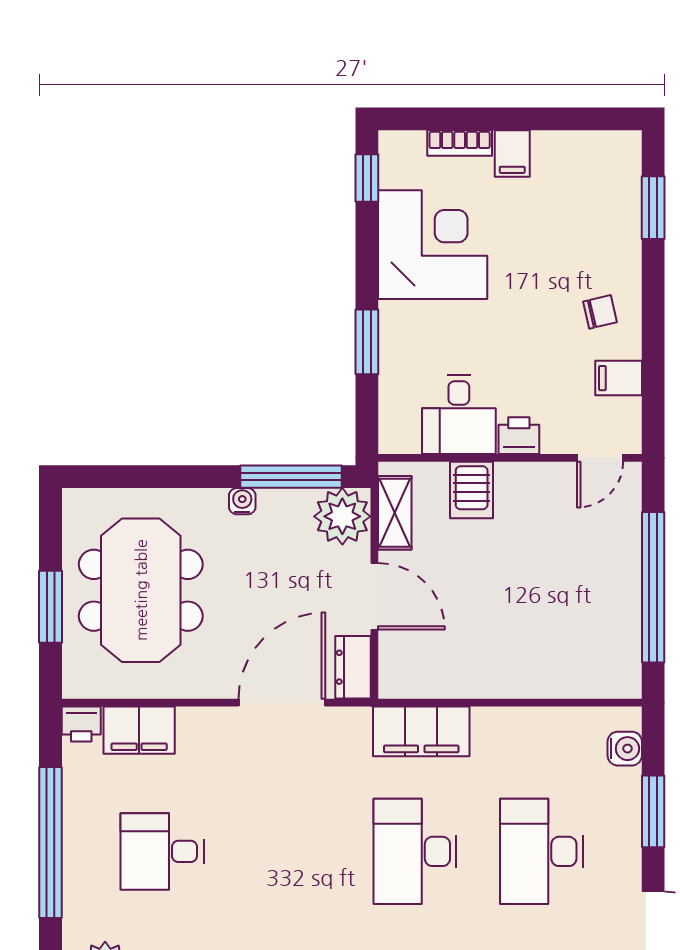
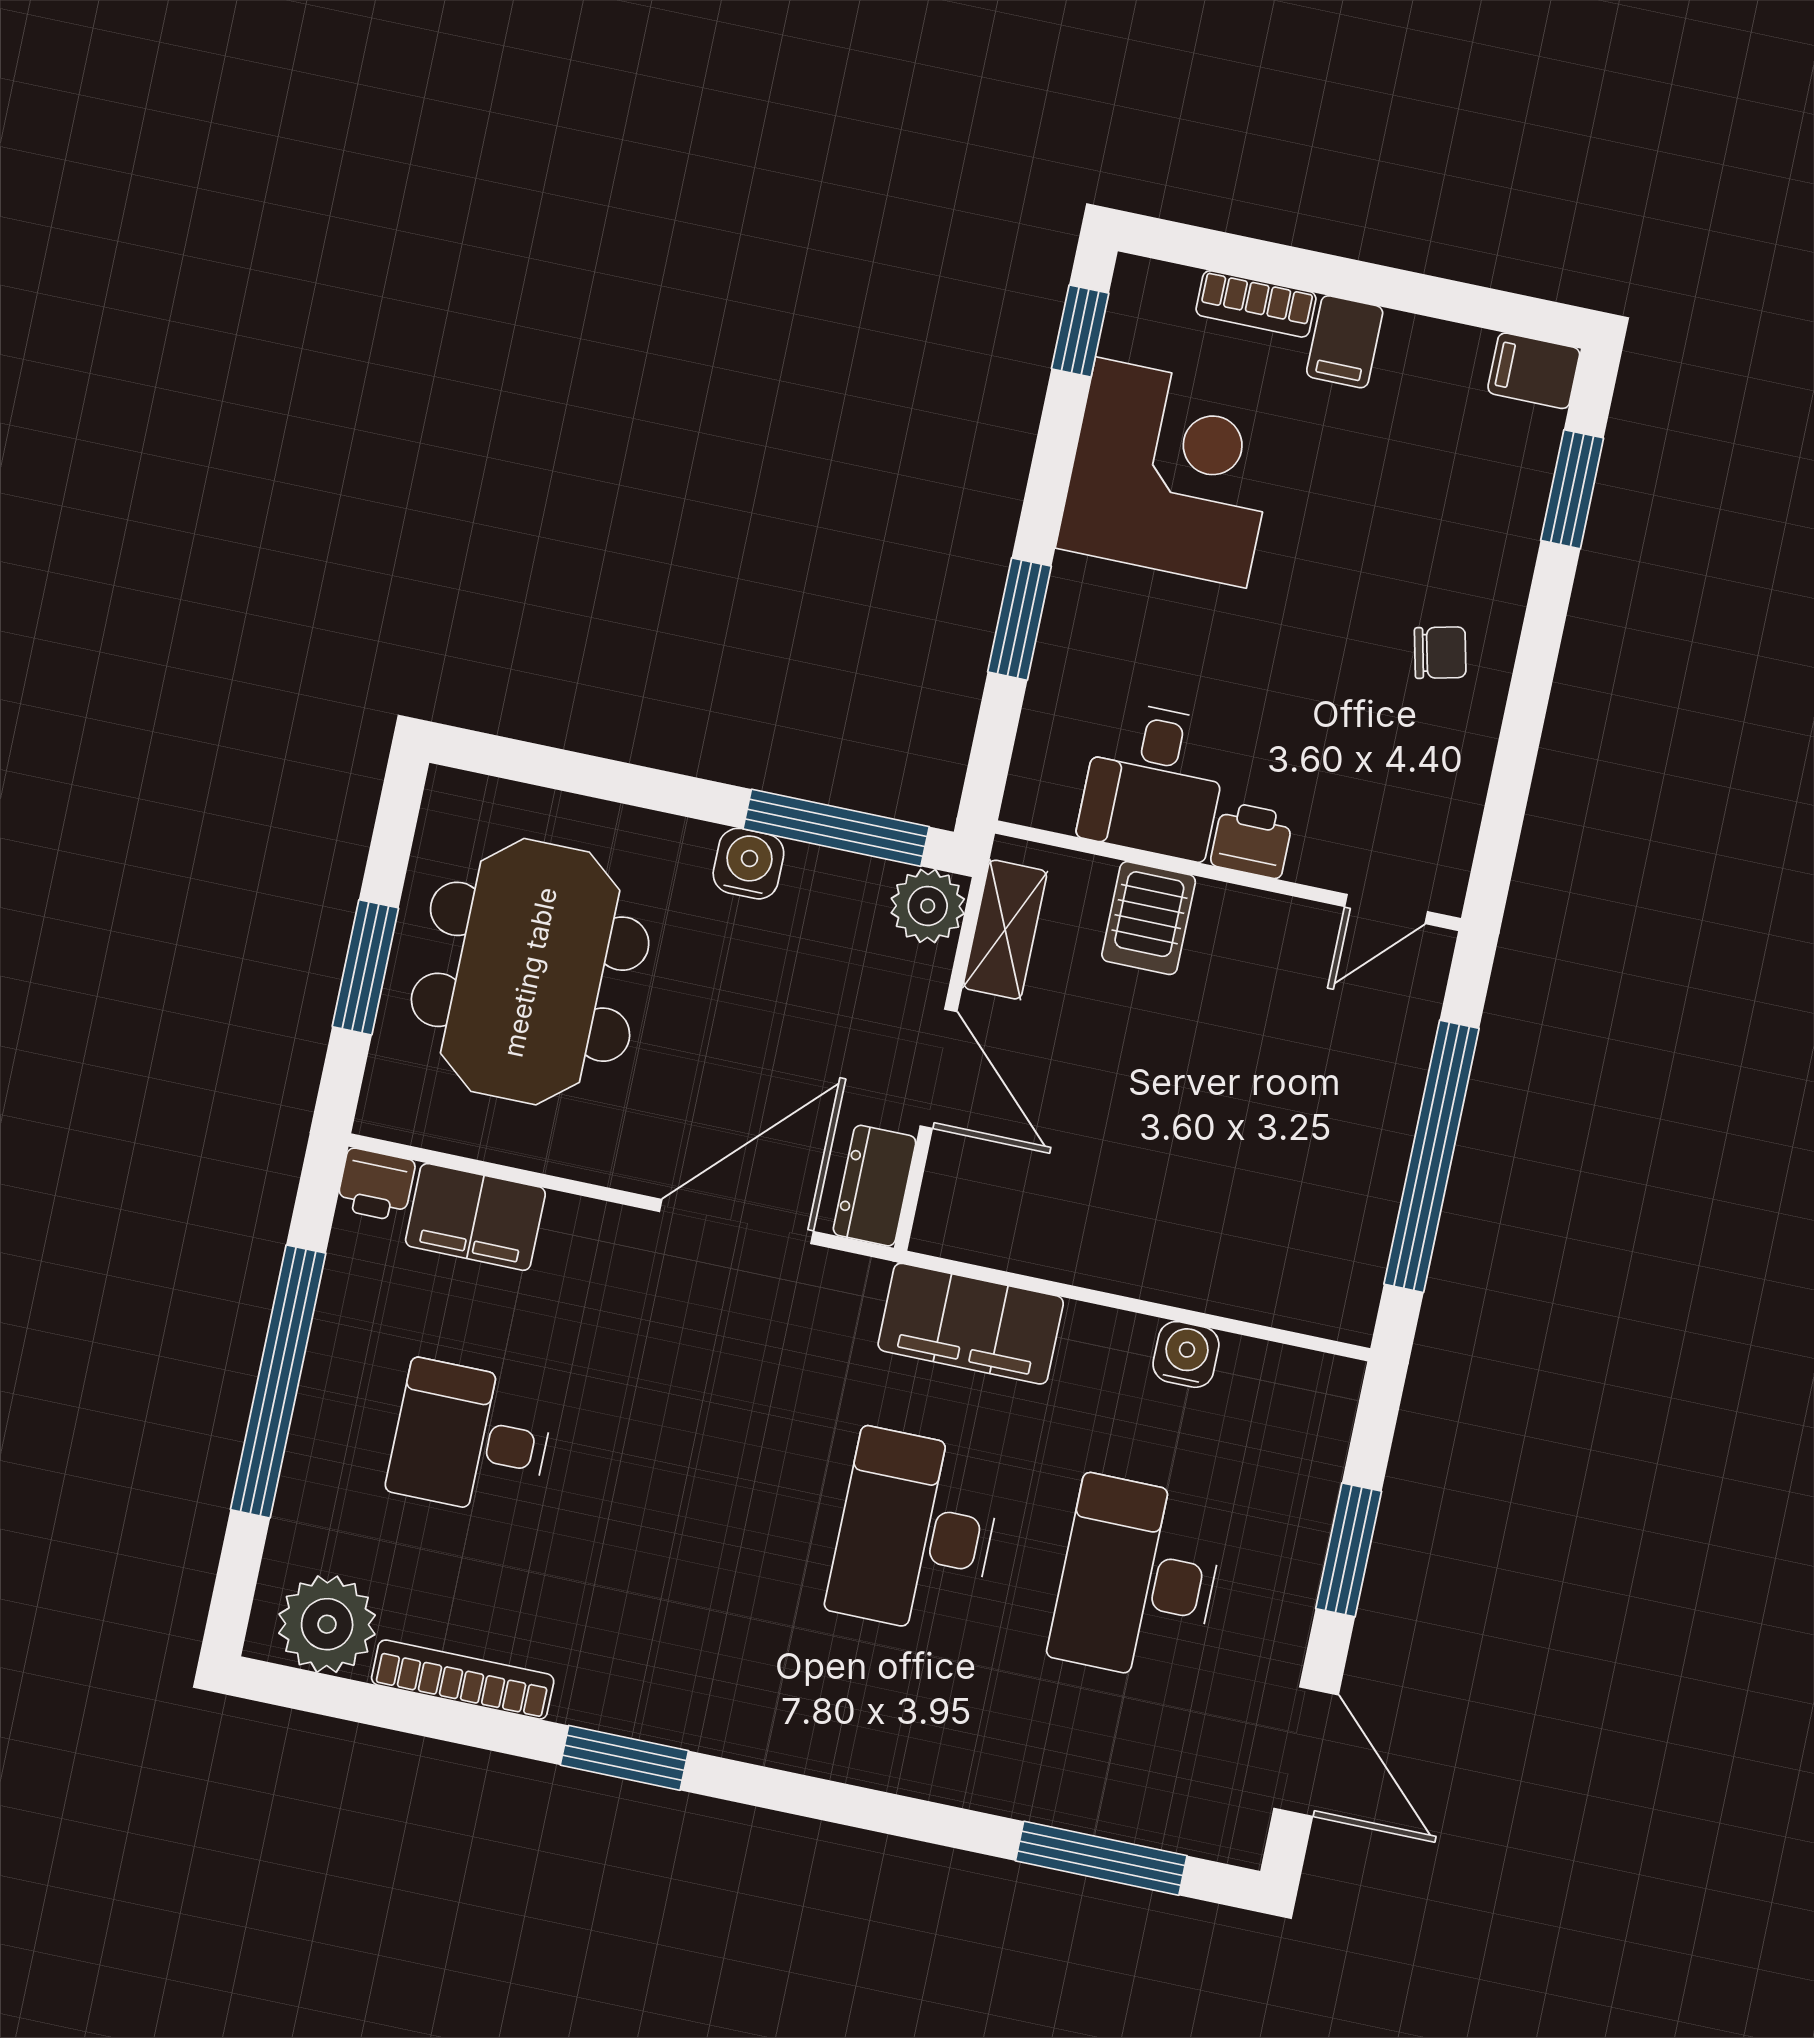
filing cabinet: (619, 378) -> (1534, 371), moved
water cooler: (242, 501) -> (748, 864), width x1.38, depth x1.38
plant: (342, 516) -> (928, 906), width x0.73, depth x0.73
water cooler: (625, 749) -> (1186, 1354), moved, turned -90

